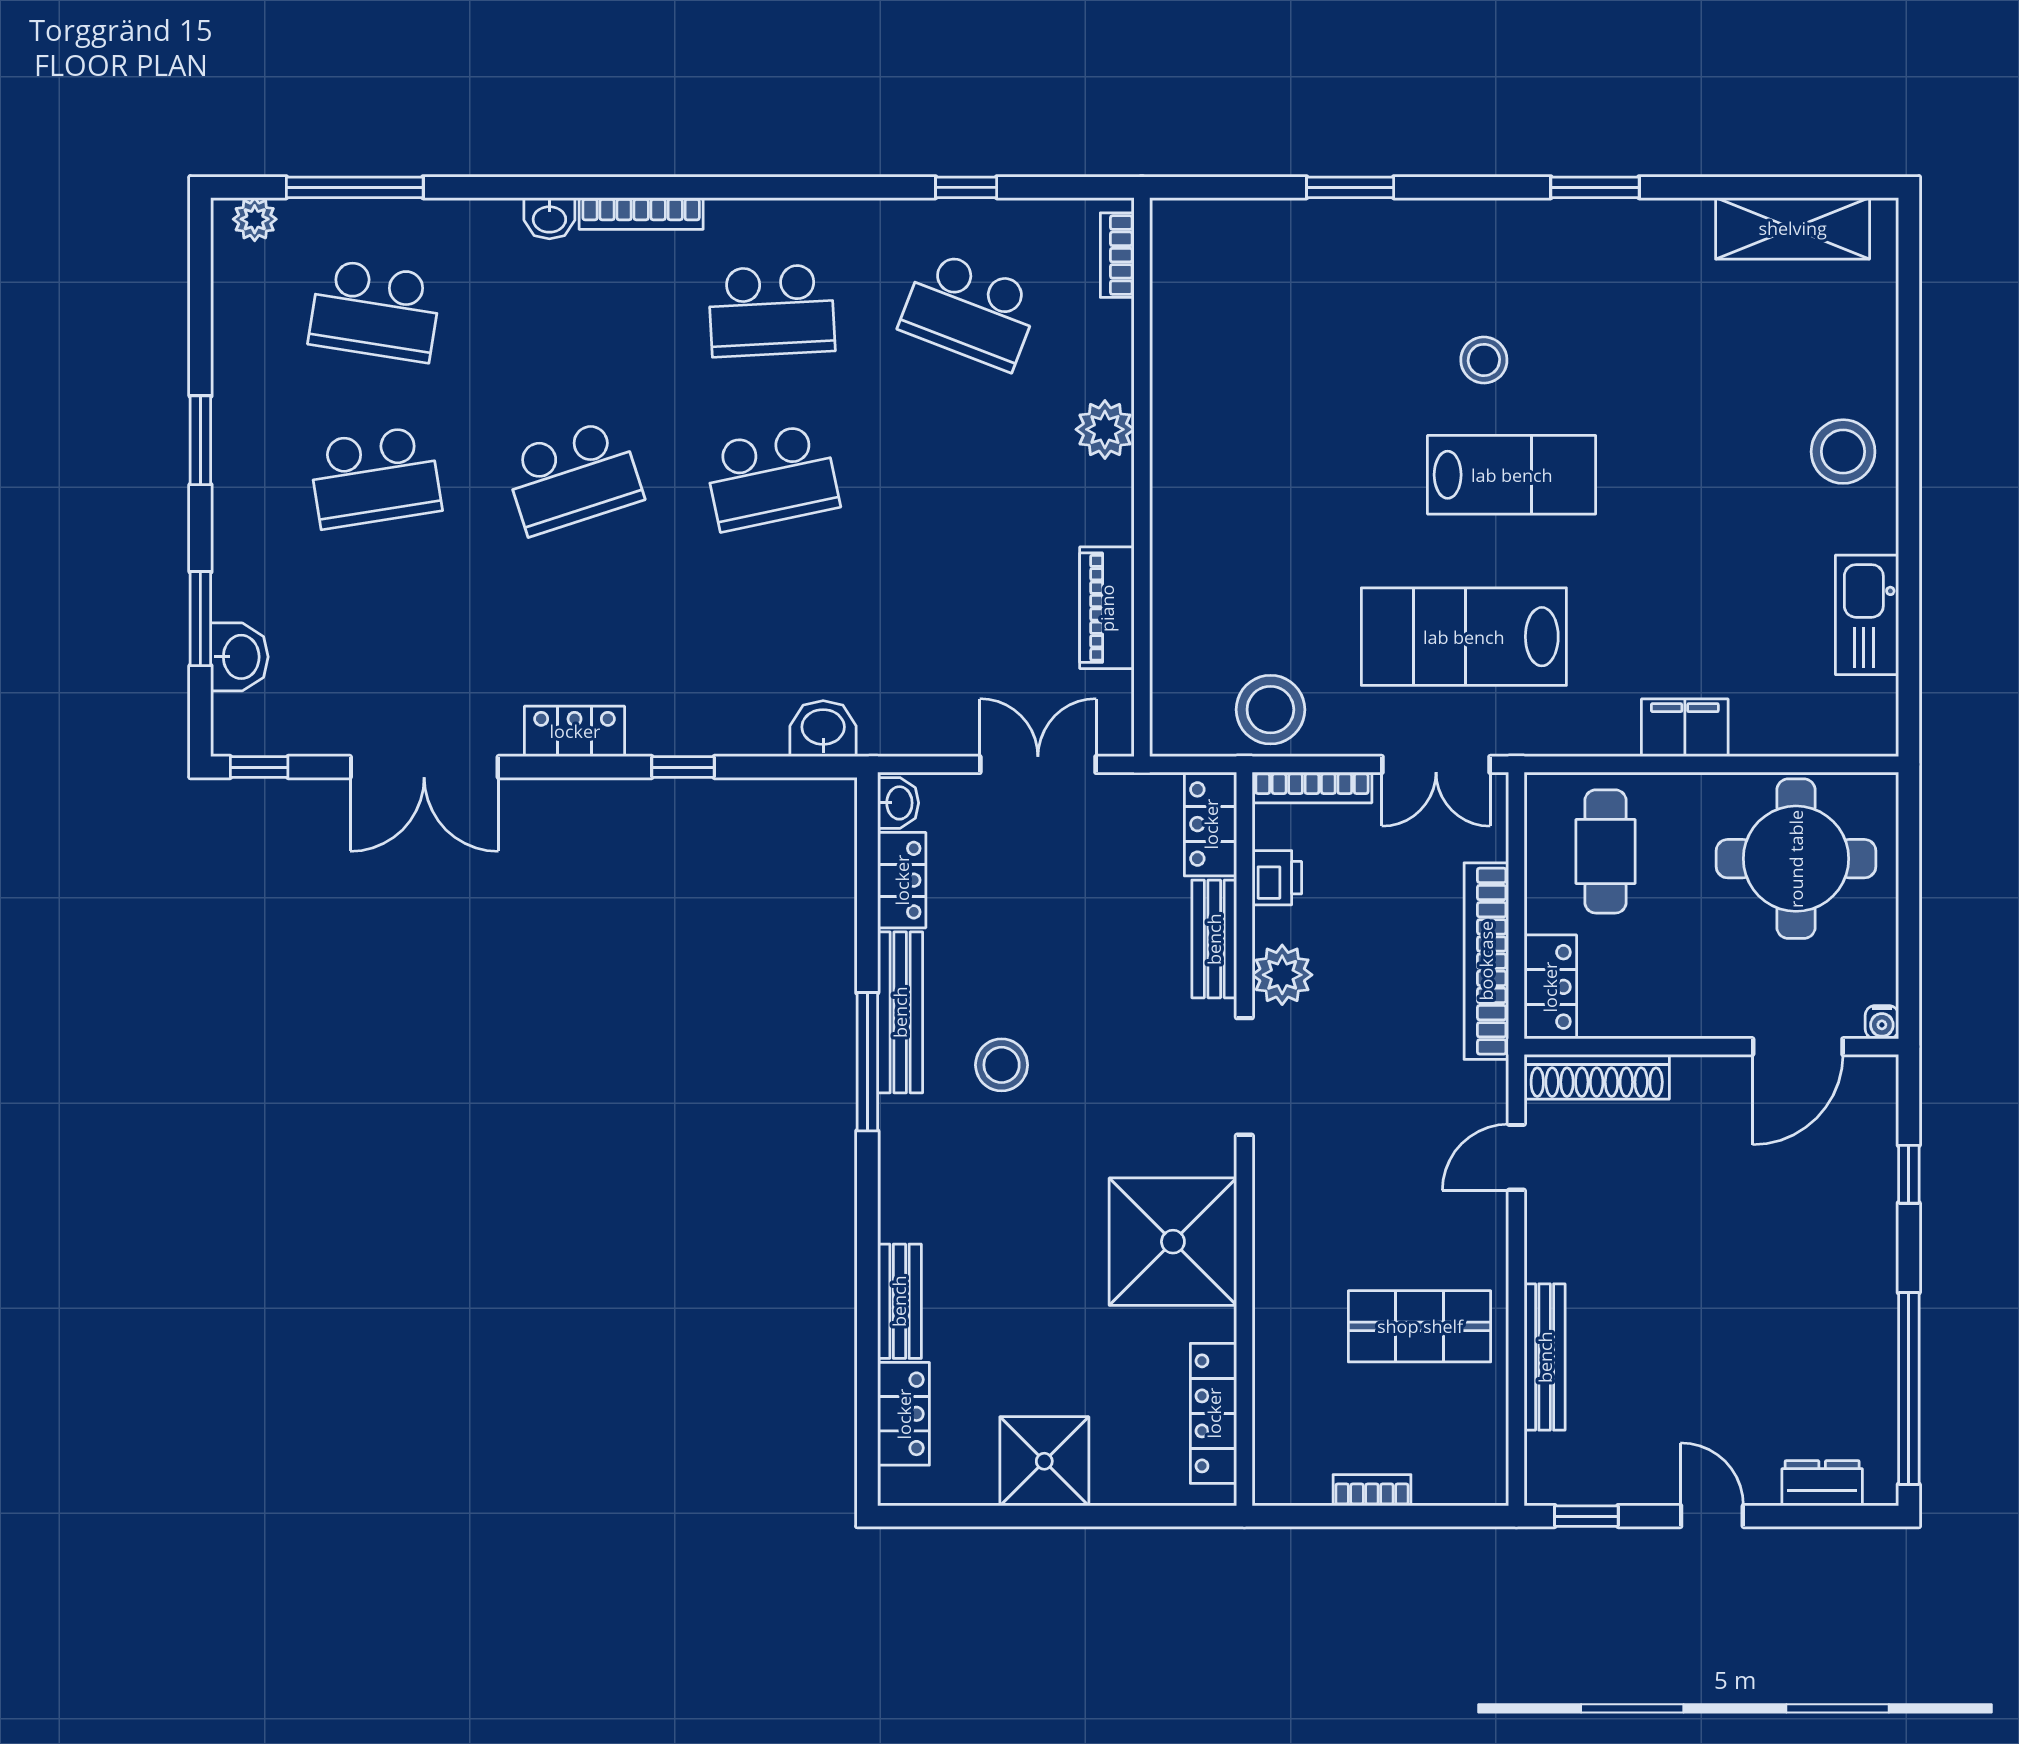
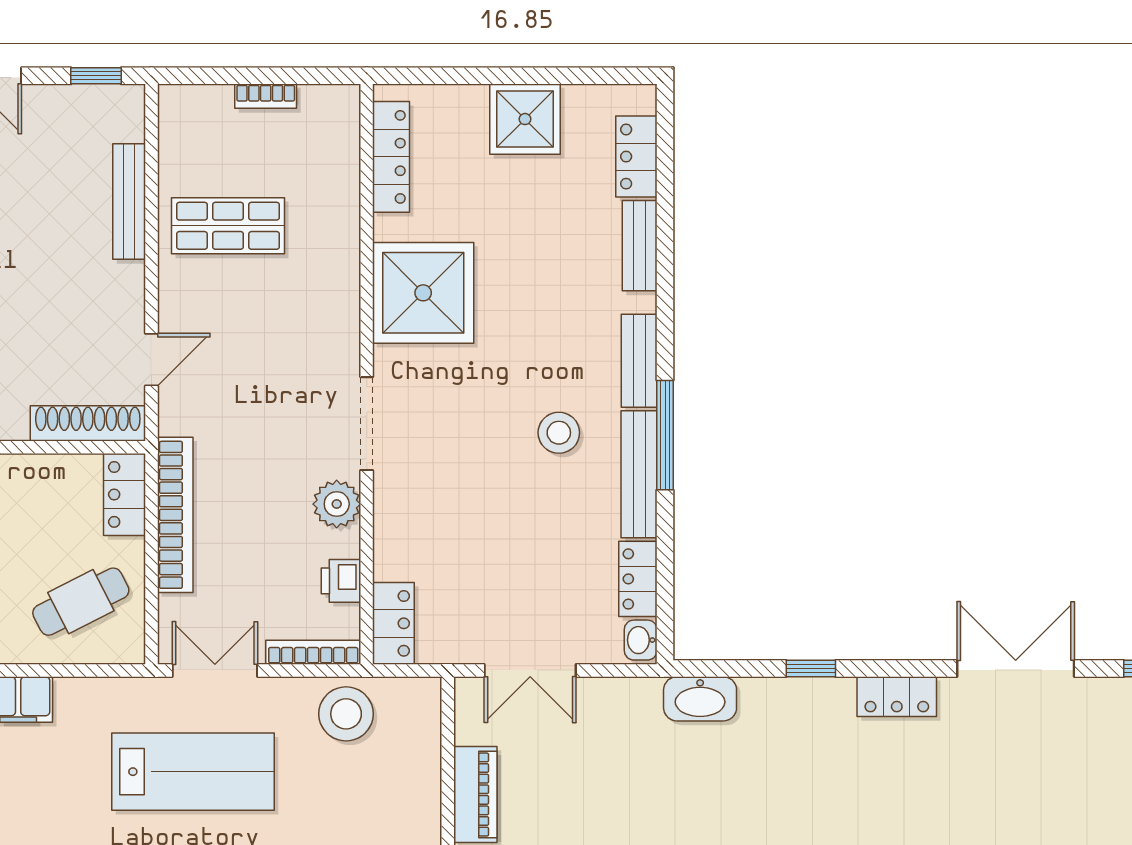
washbasin: (823, 729) -> (700, 699), width x1.38
cafe table: (1606, 851) -> (81, 602), turned 63
bench: (1214, 939) -> (639, 361), moved

